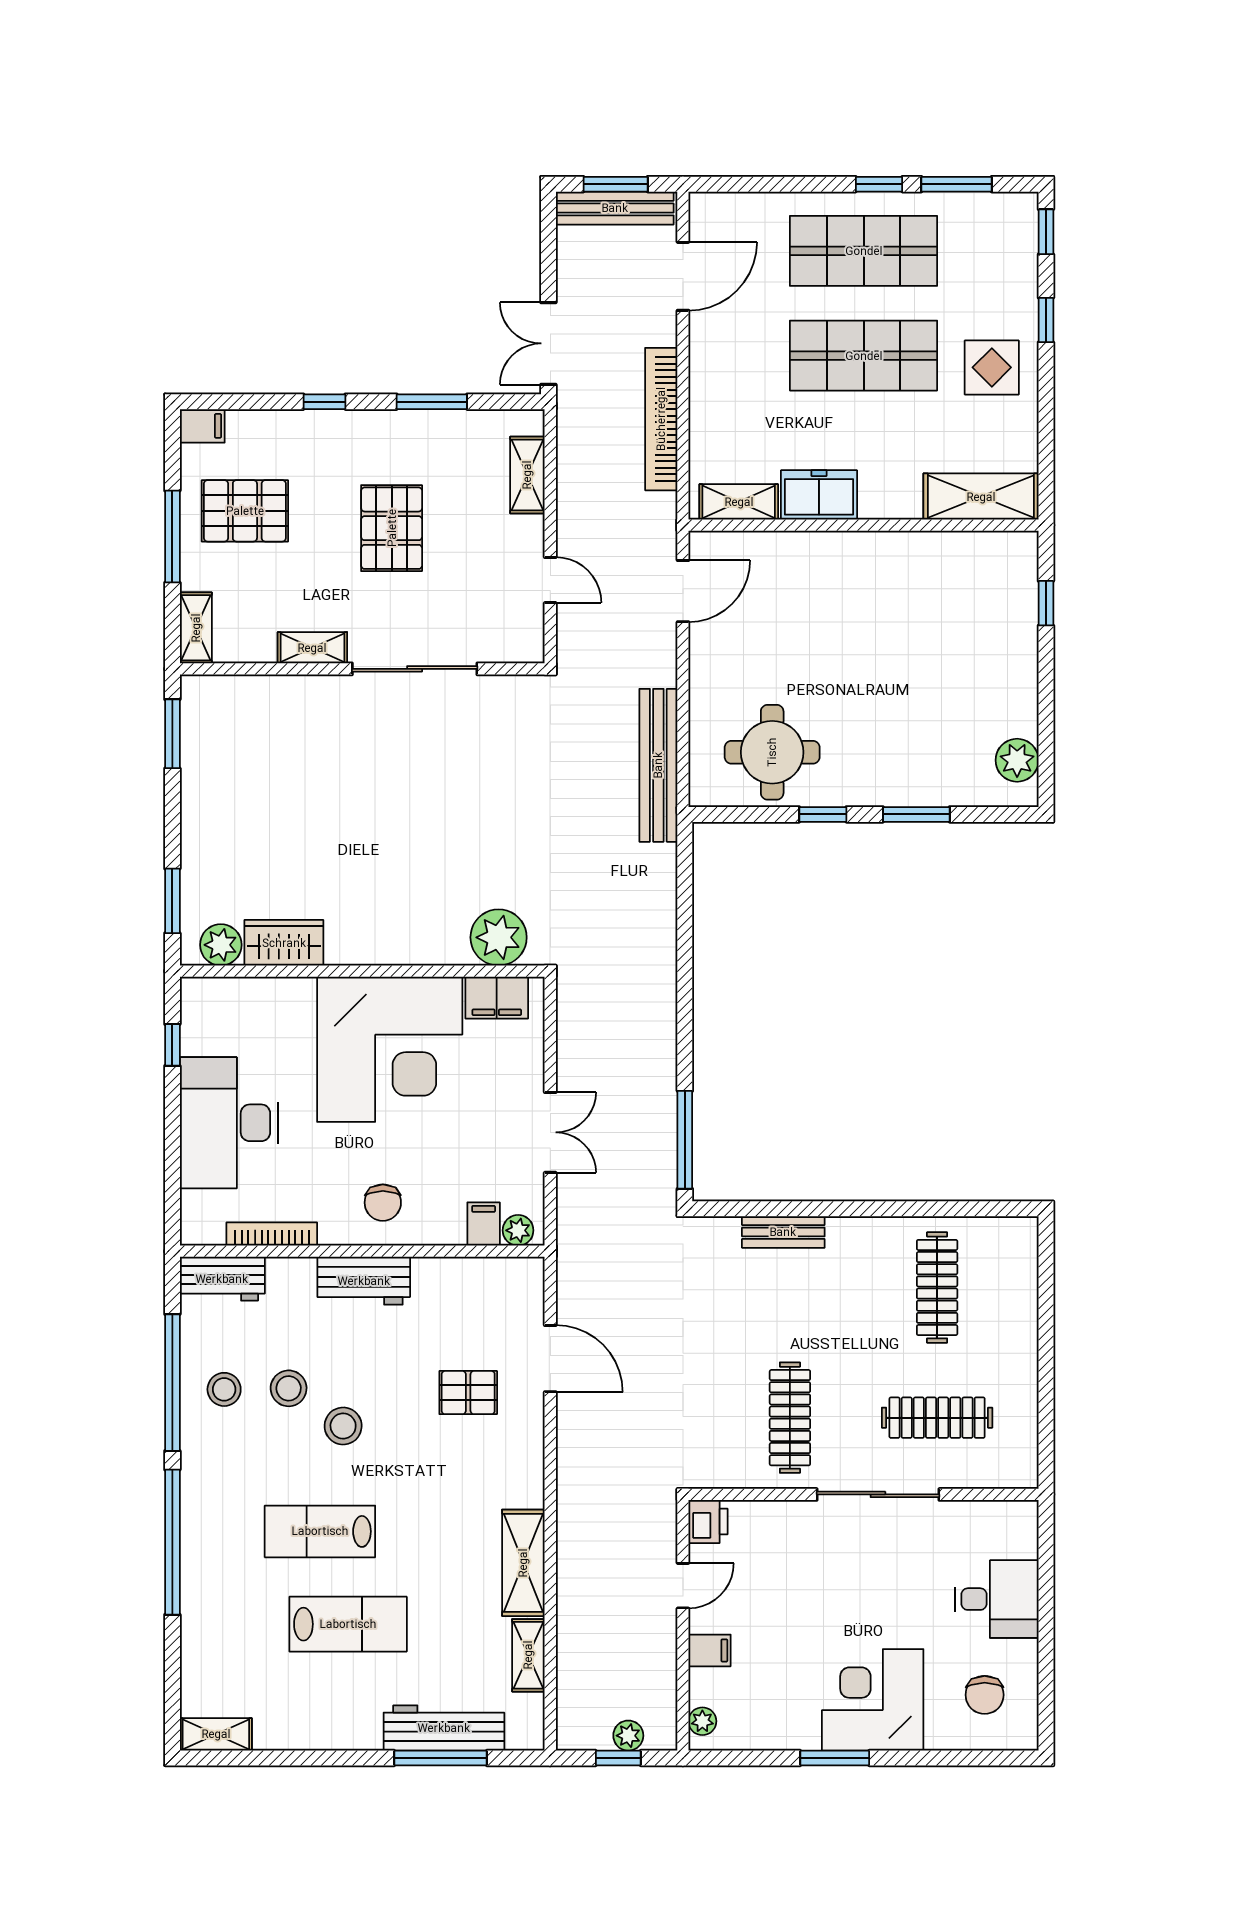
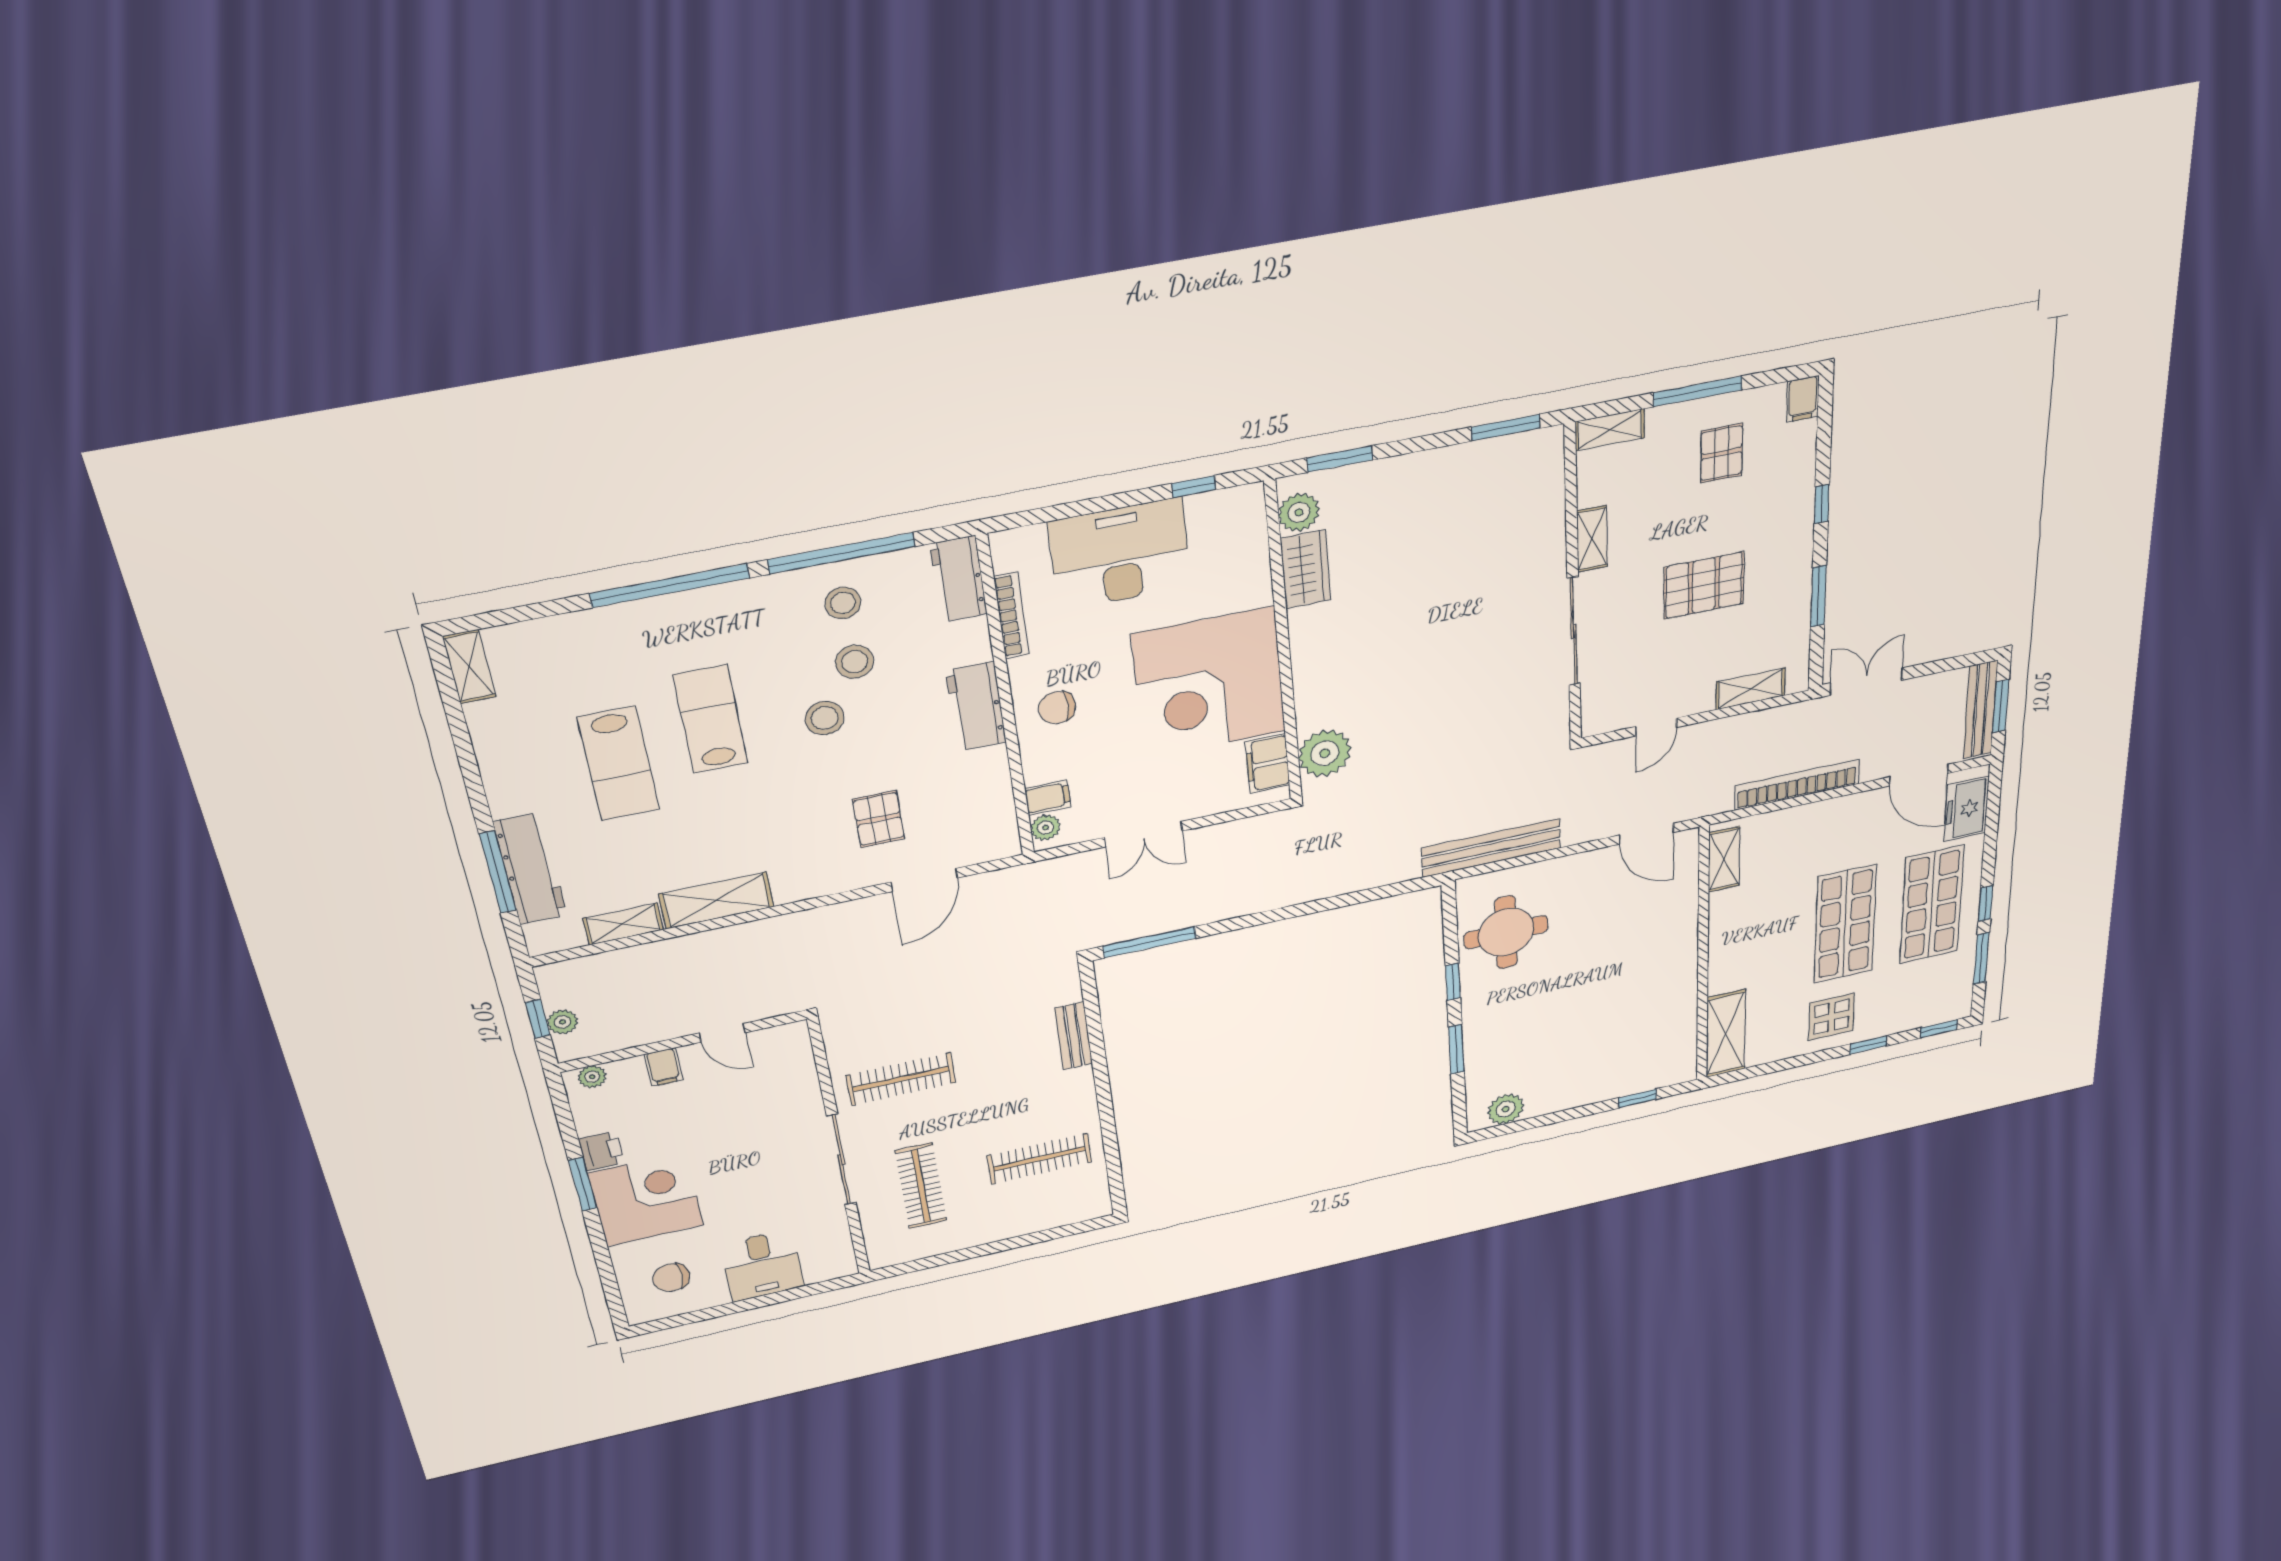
freezer: (819, 495) -> (1966, 809), moved, turned 180
pallet: (245, 511) -> (1722, 453), width x0.67, depth x0.71
printer: (708, 1522) -> (601, 1151), moved, turned -90

